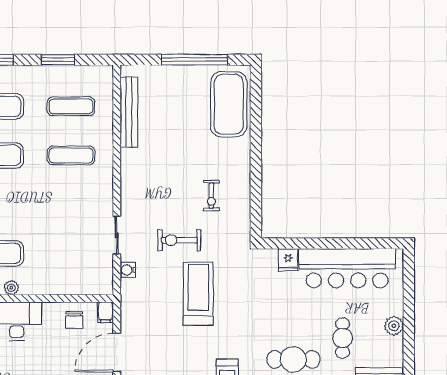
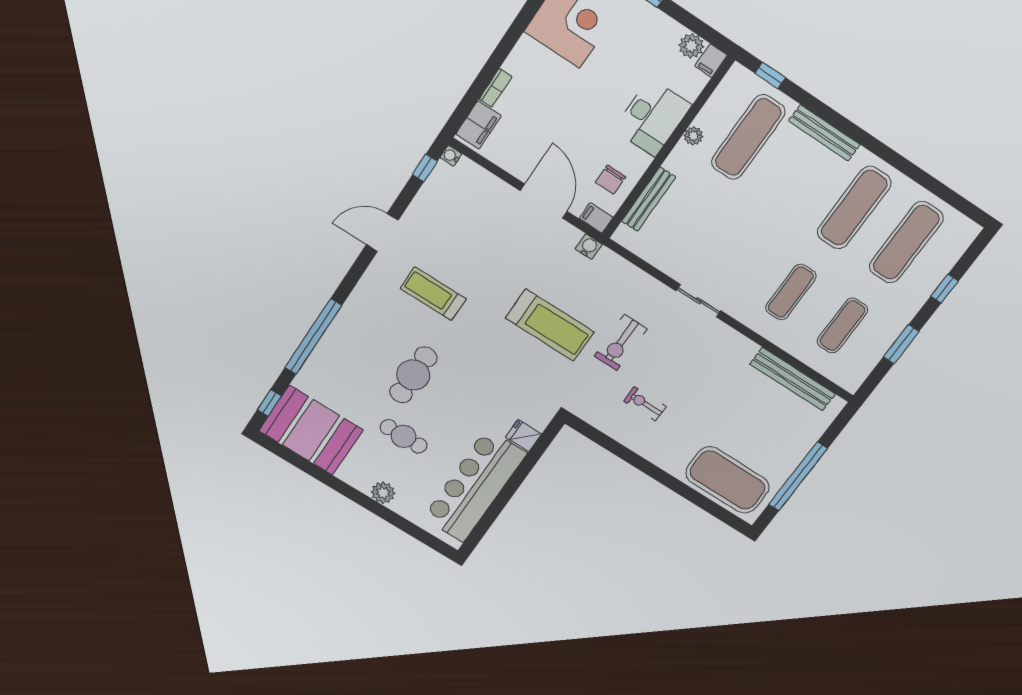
sliding door: (117, 235) -> (698, 301), moved
exercise bike: (179, 240) -> (621, 343), turned 180
water cooler: (128, 270) -> (589, 247), moved
bench: (71, 288) -> (649, 199), added
chair: (74, 320) -> (610, 180), turned -90

